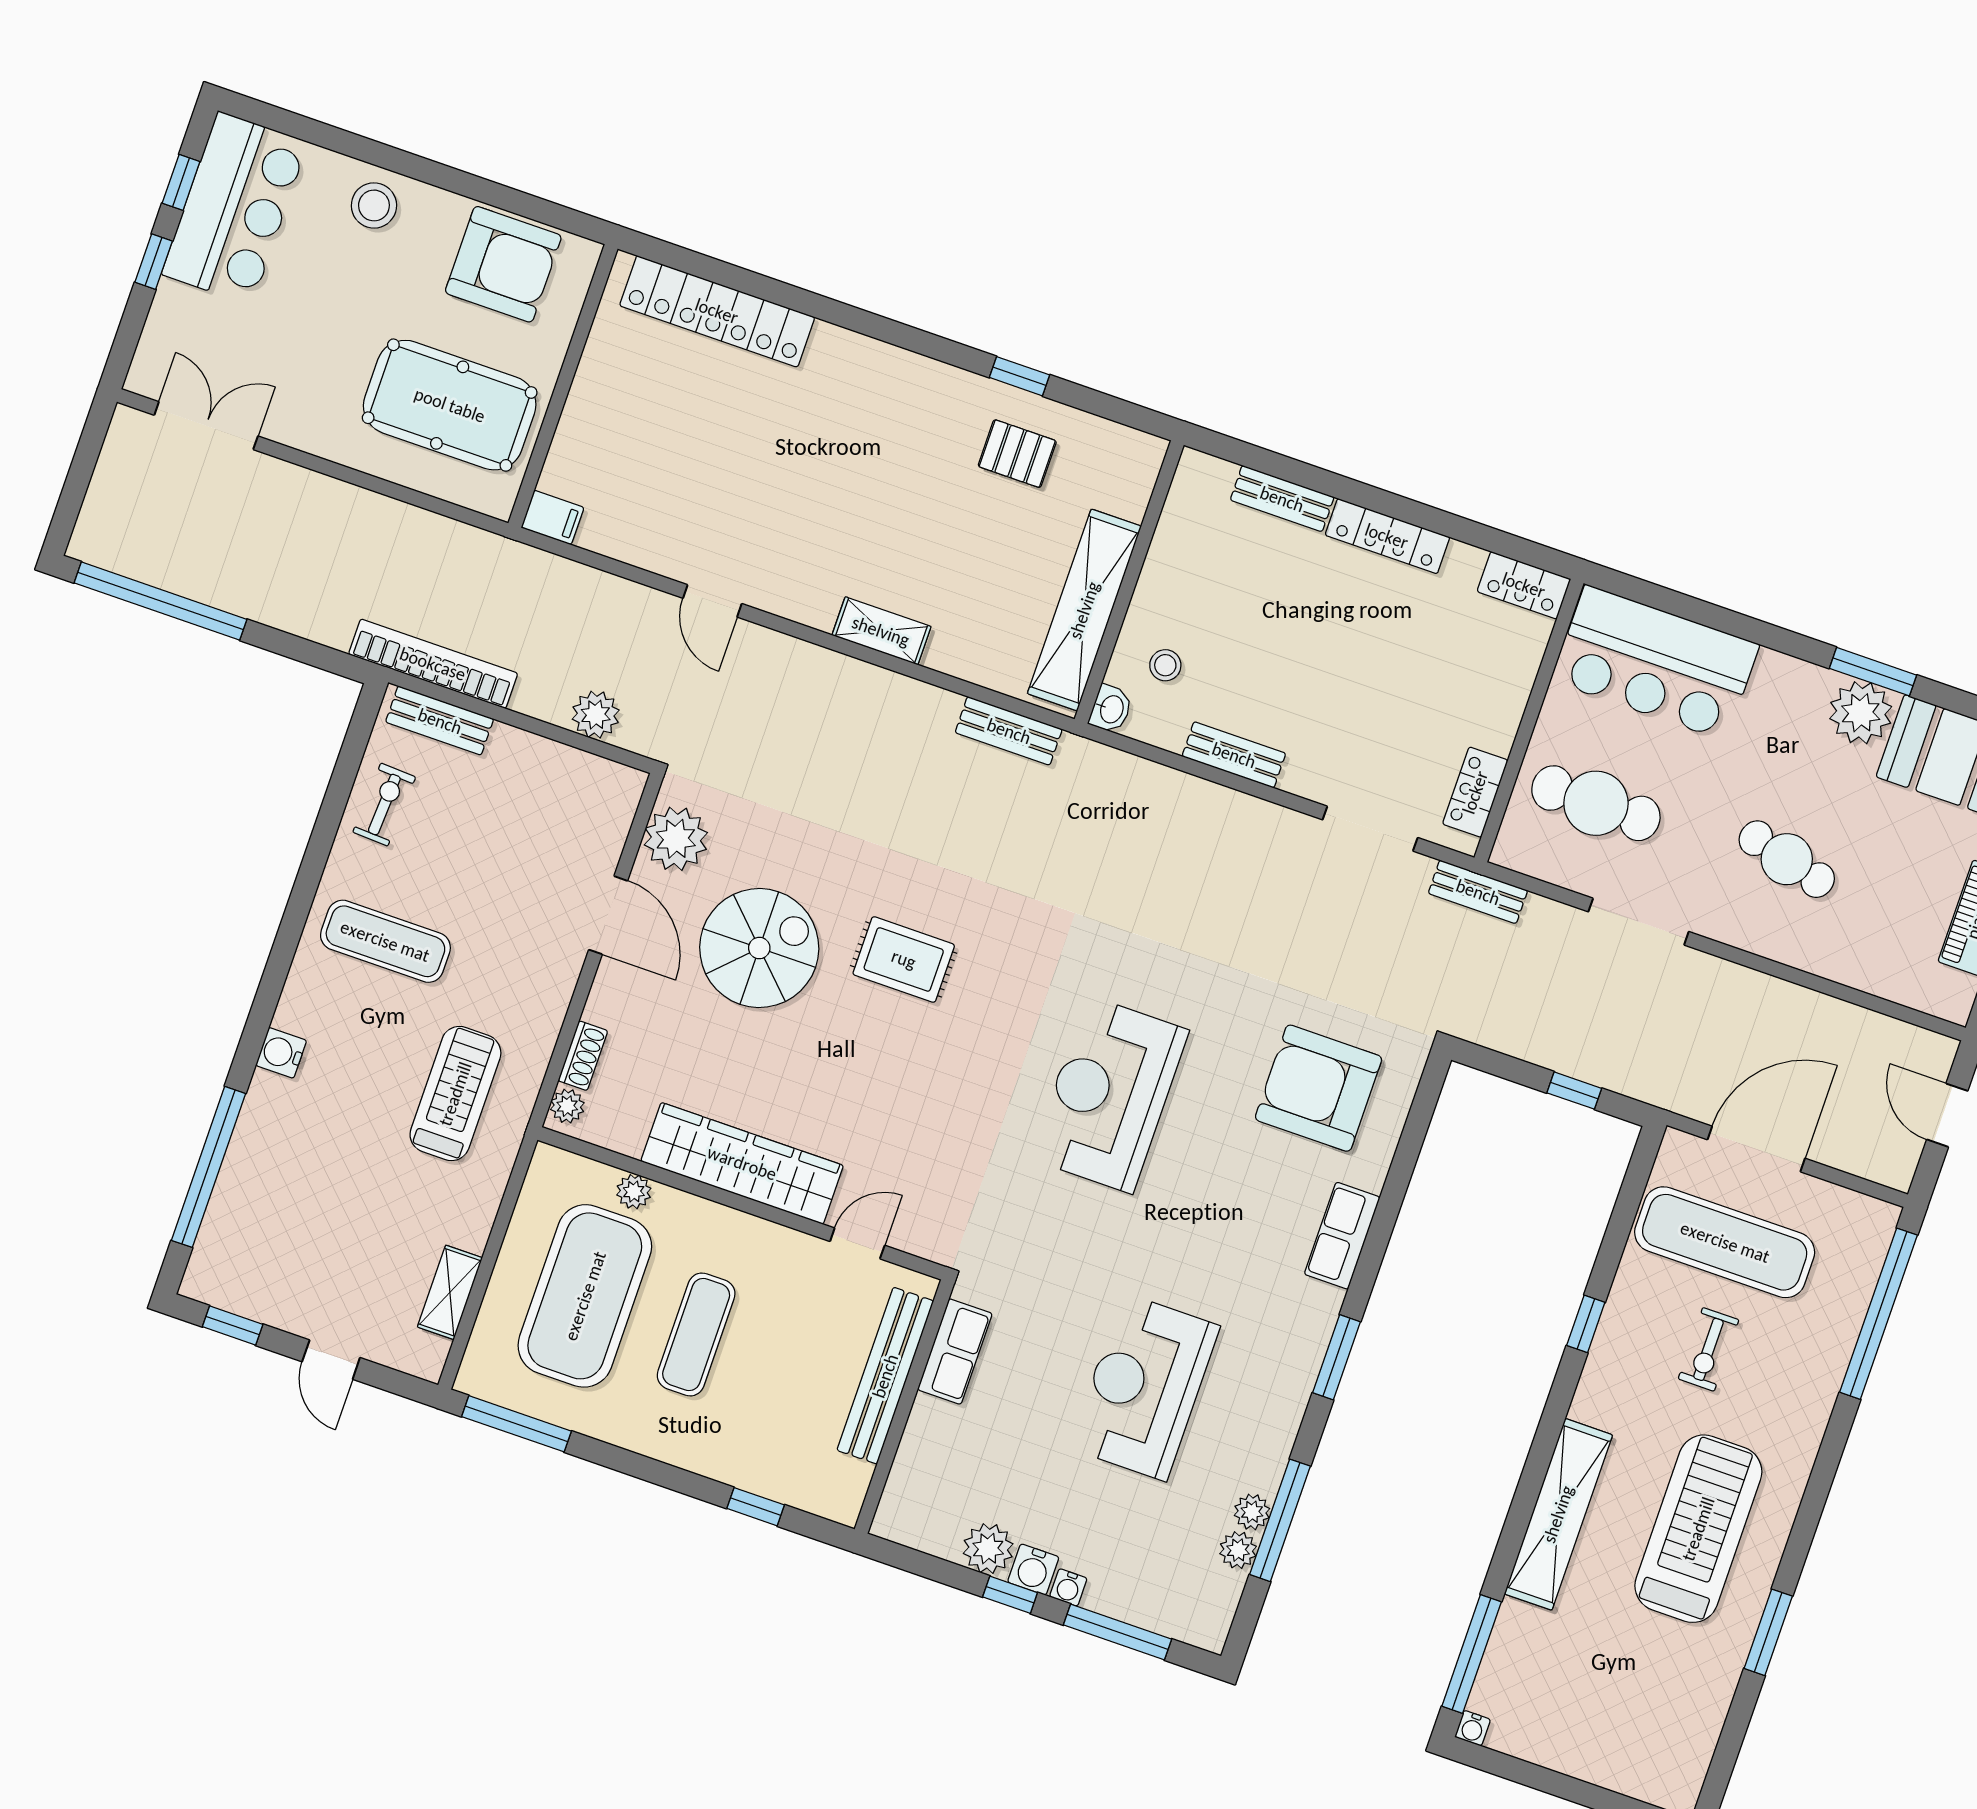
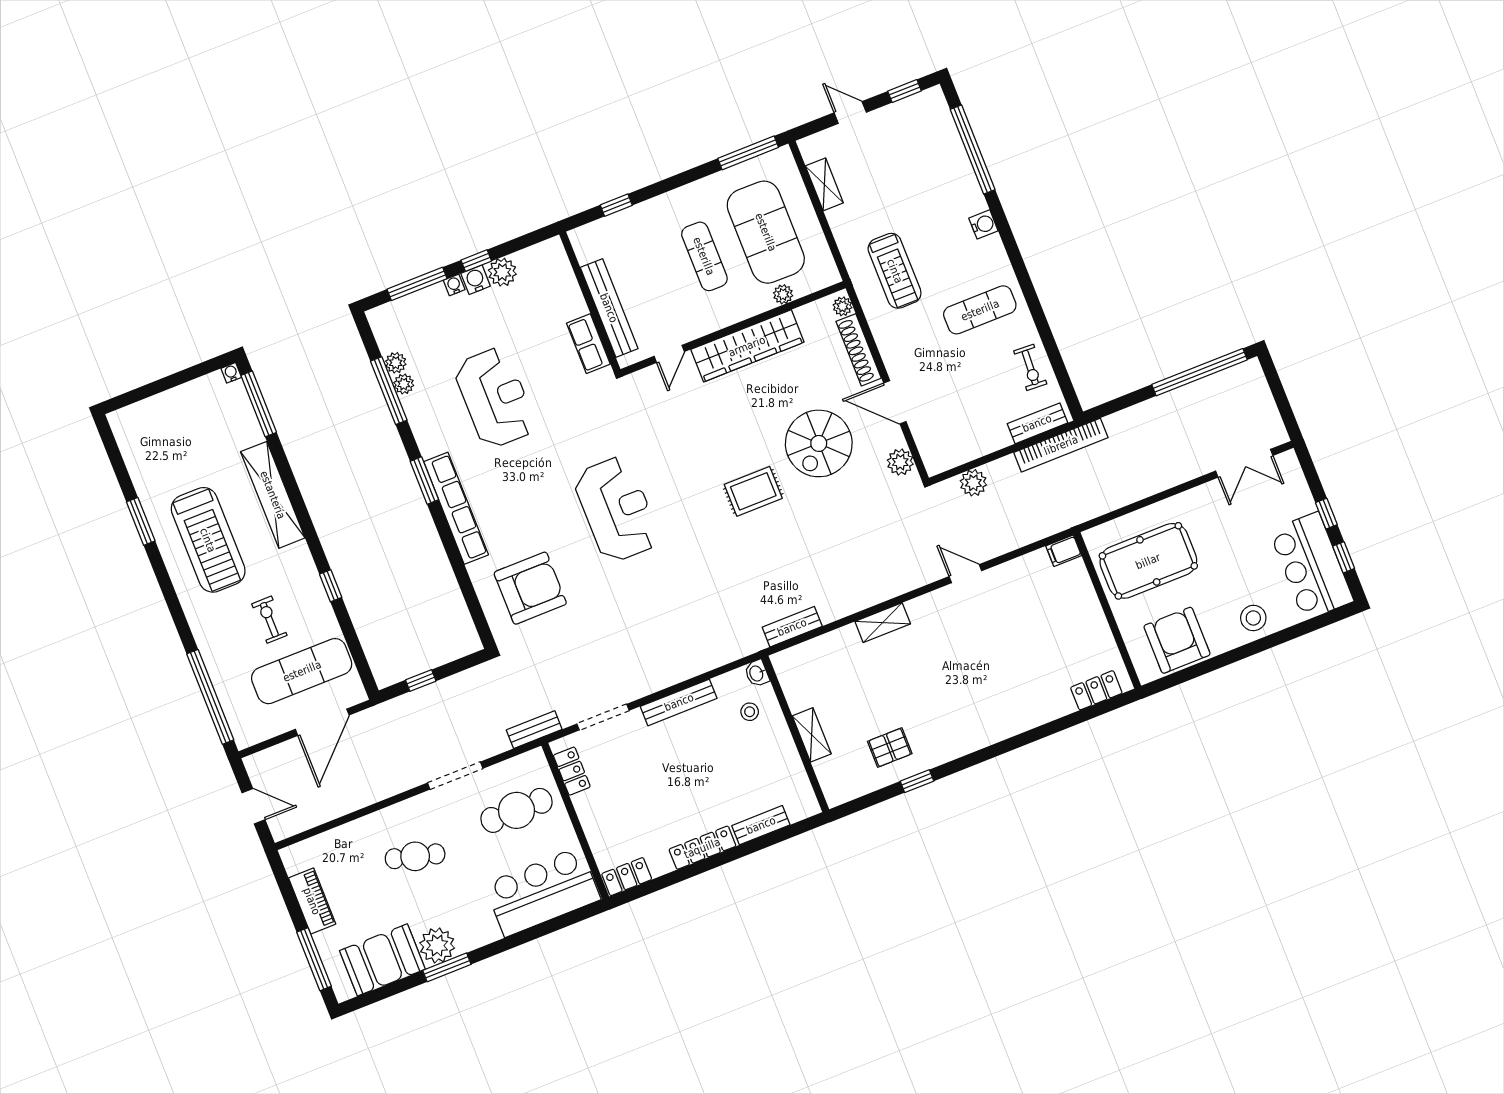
armchair: (503, 264) -> (1177, 640), turned 90
locker: (717, 311) -> (1096, 690), width x0.46, depth x0.83
shelving: (1084, 610) -> (812, 735), width x0.45, depth x0.75
bench: (1234, 755) -> (679, 702), width x1.36
plant: (676, 839) -> (900, 462), width x0.73, depth x0.73
shoe rack: (583, 1056) -> (859, 350), width x1.94, depth x1.24
row of seats: (1342, 1236) -> (456, 508), width x2.02

